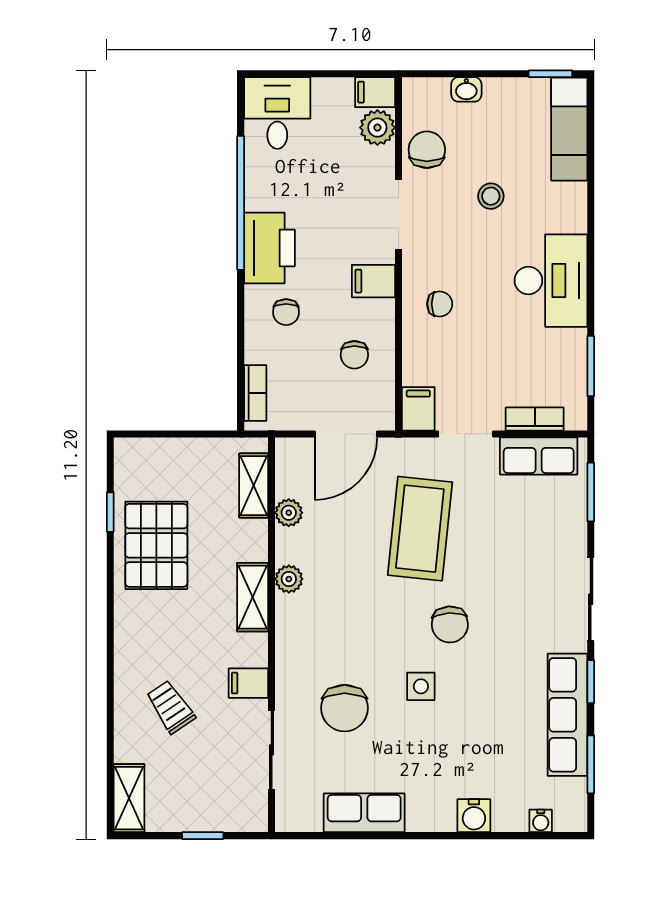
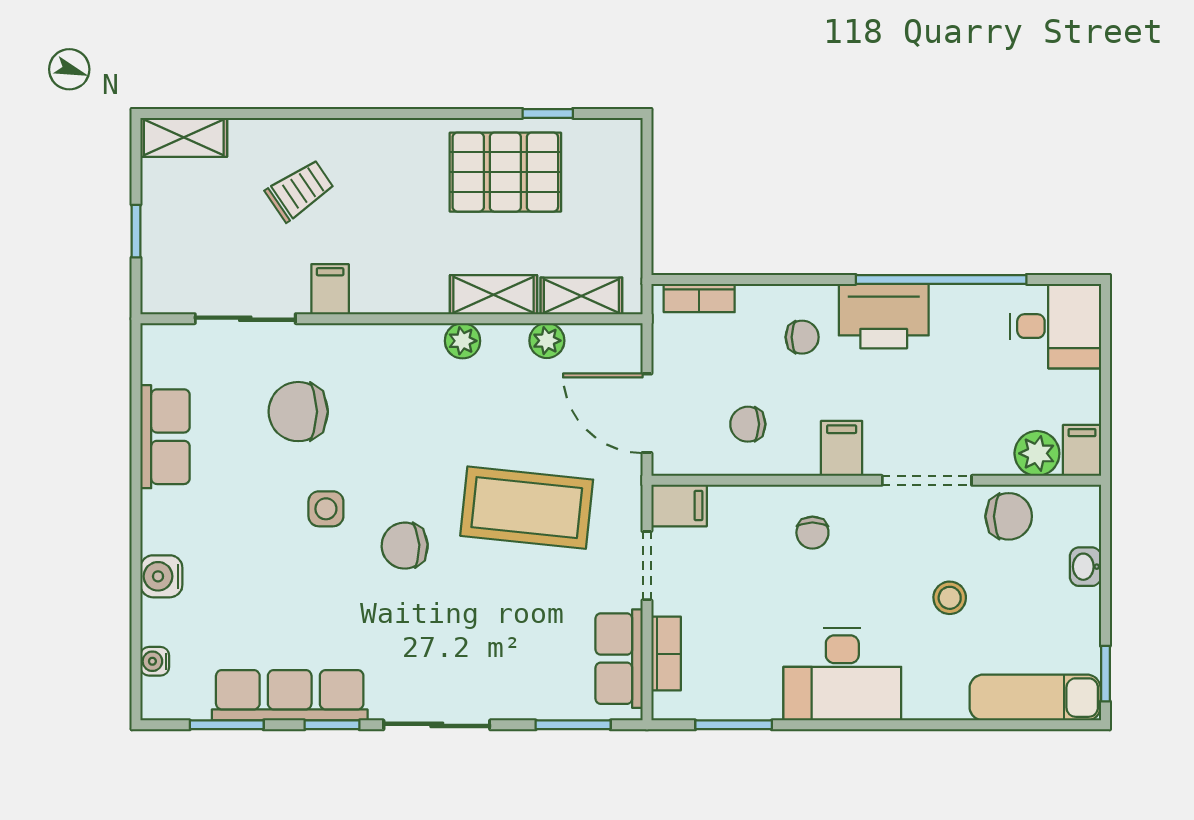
chair: (286, 312) -> (802, 337), turned 180
shelving: (253, 597) -> (494, 295), moved

